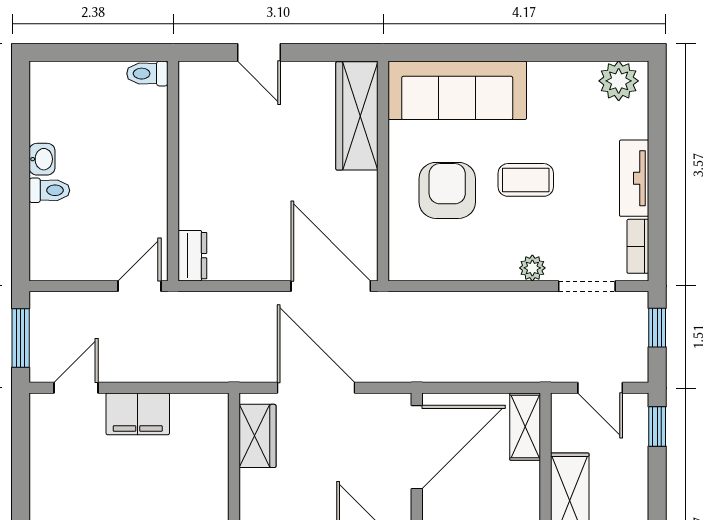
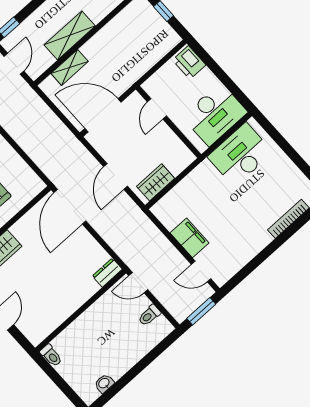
washbasin: (42, 159) -> (104, 383), moved
toilet: (49, 190) -> (149, 315), moved, turned -90
door: (316, 388) -> (115, 176), width x0.73
shelving: (525, 427) -> (70, 67), moved

